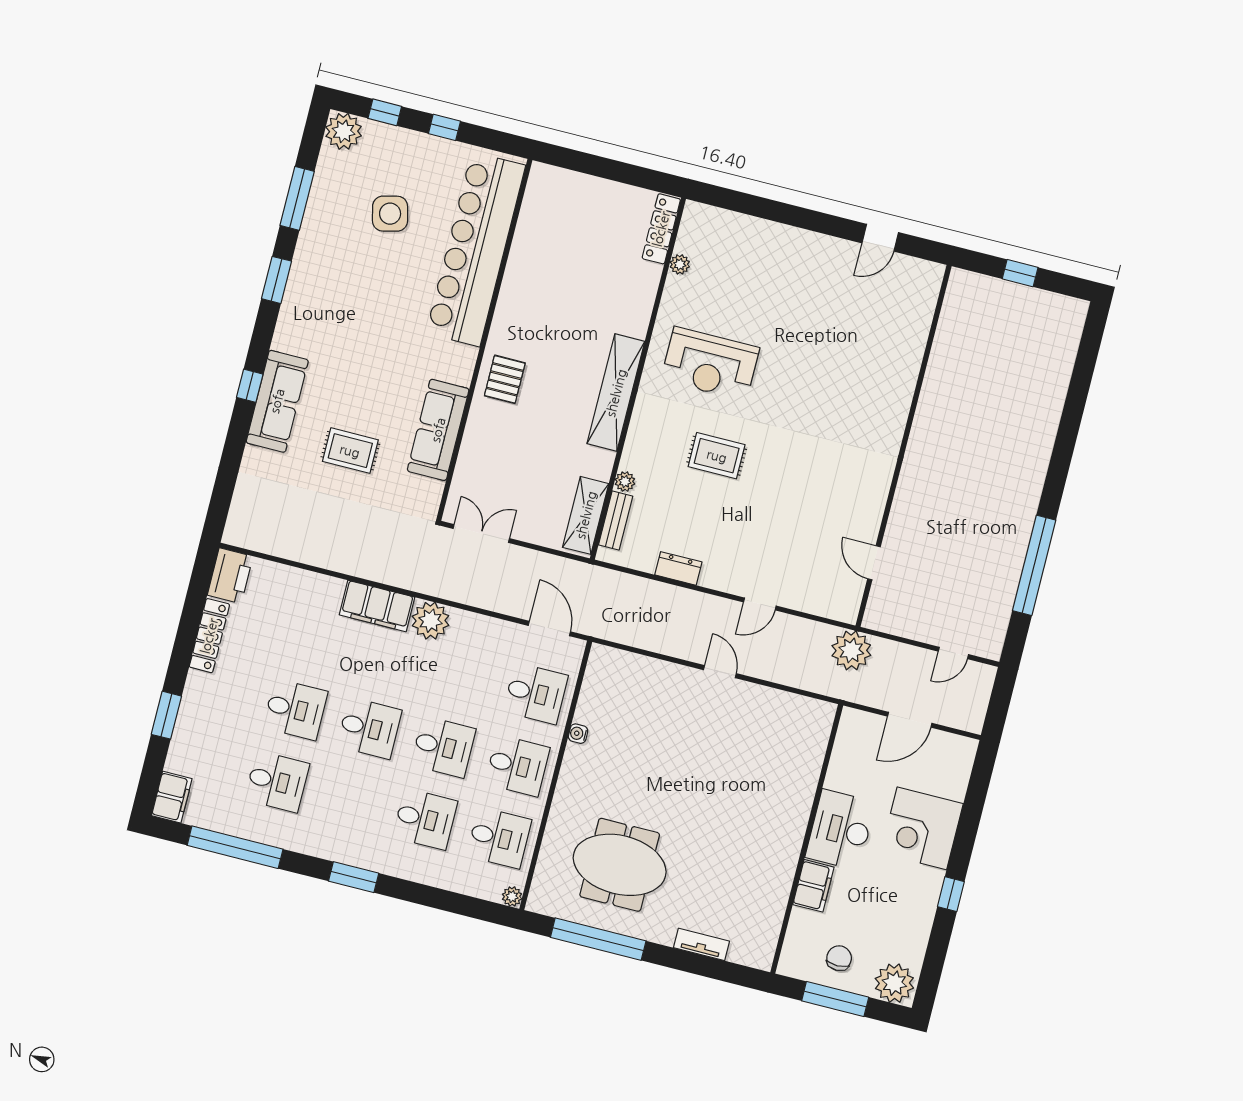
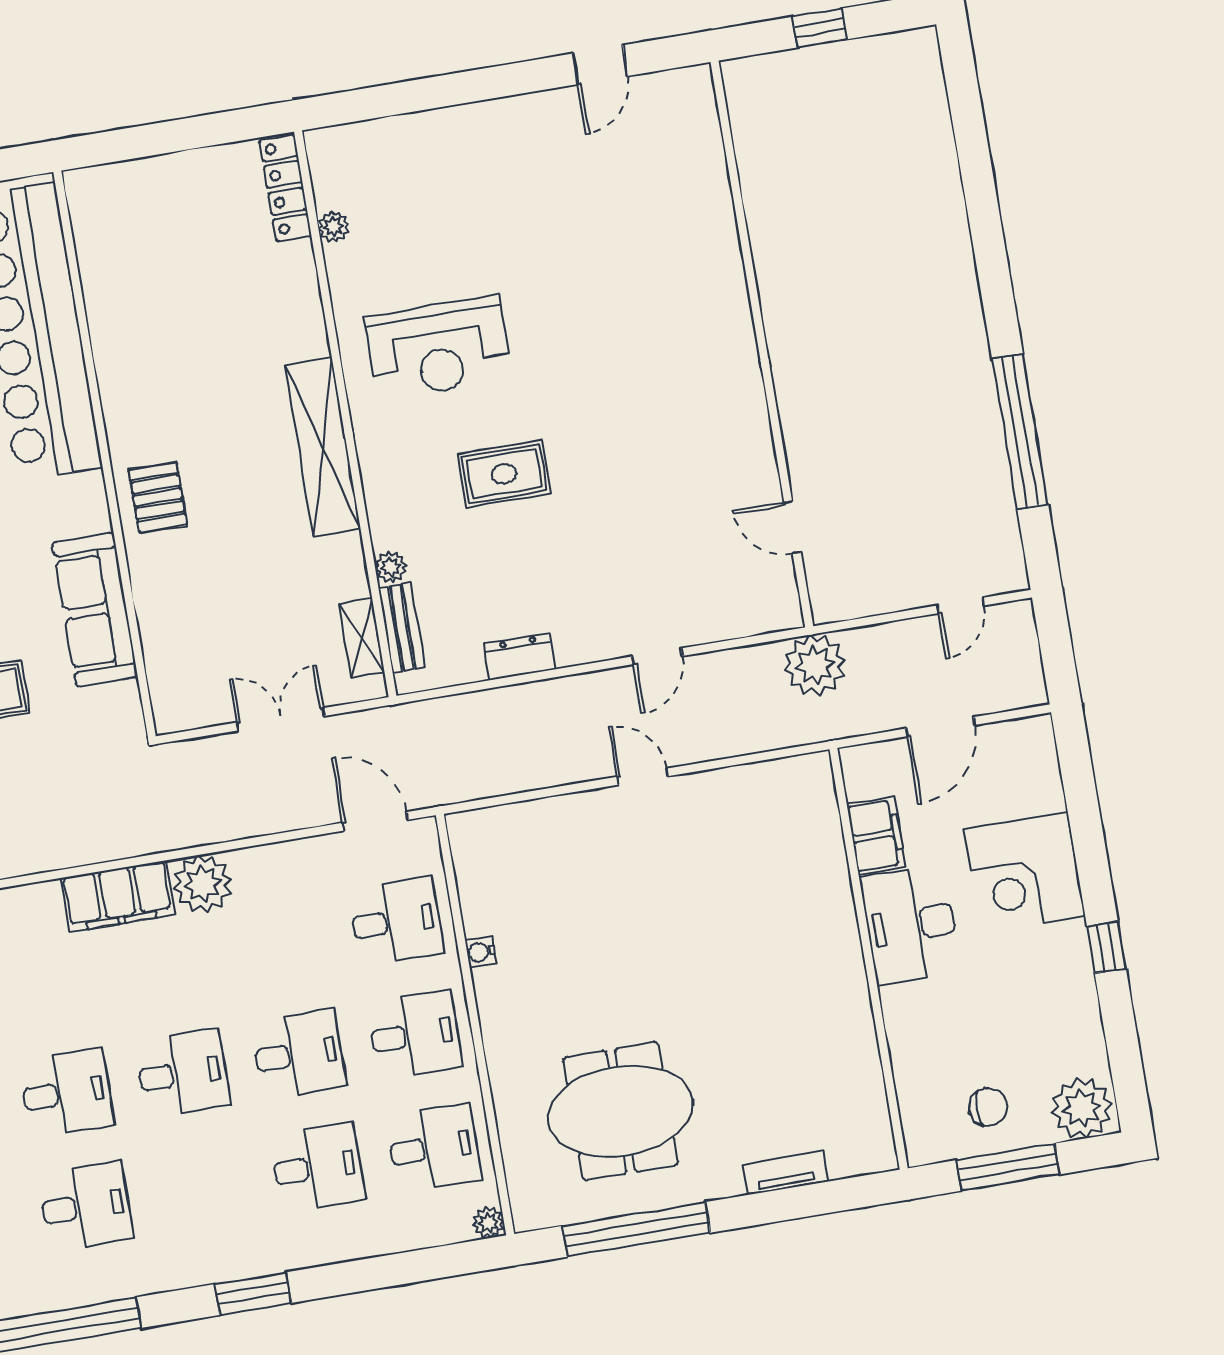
shelving: (586, 515) -> (362, 638), width x0.67, depth x0.75
double door: (481, 534) -> (281, 719), moved
filing cabinet: (813, 886) -> (876, 835), moved
chair: (839, 958) -> (988, 1107), turned 90

